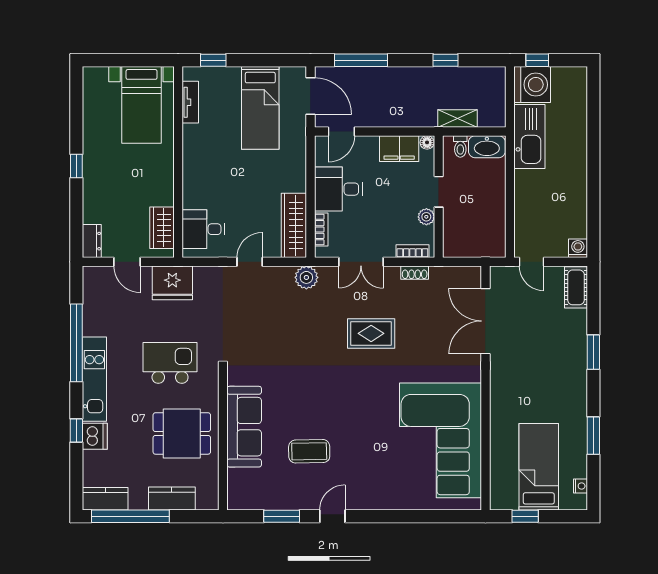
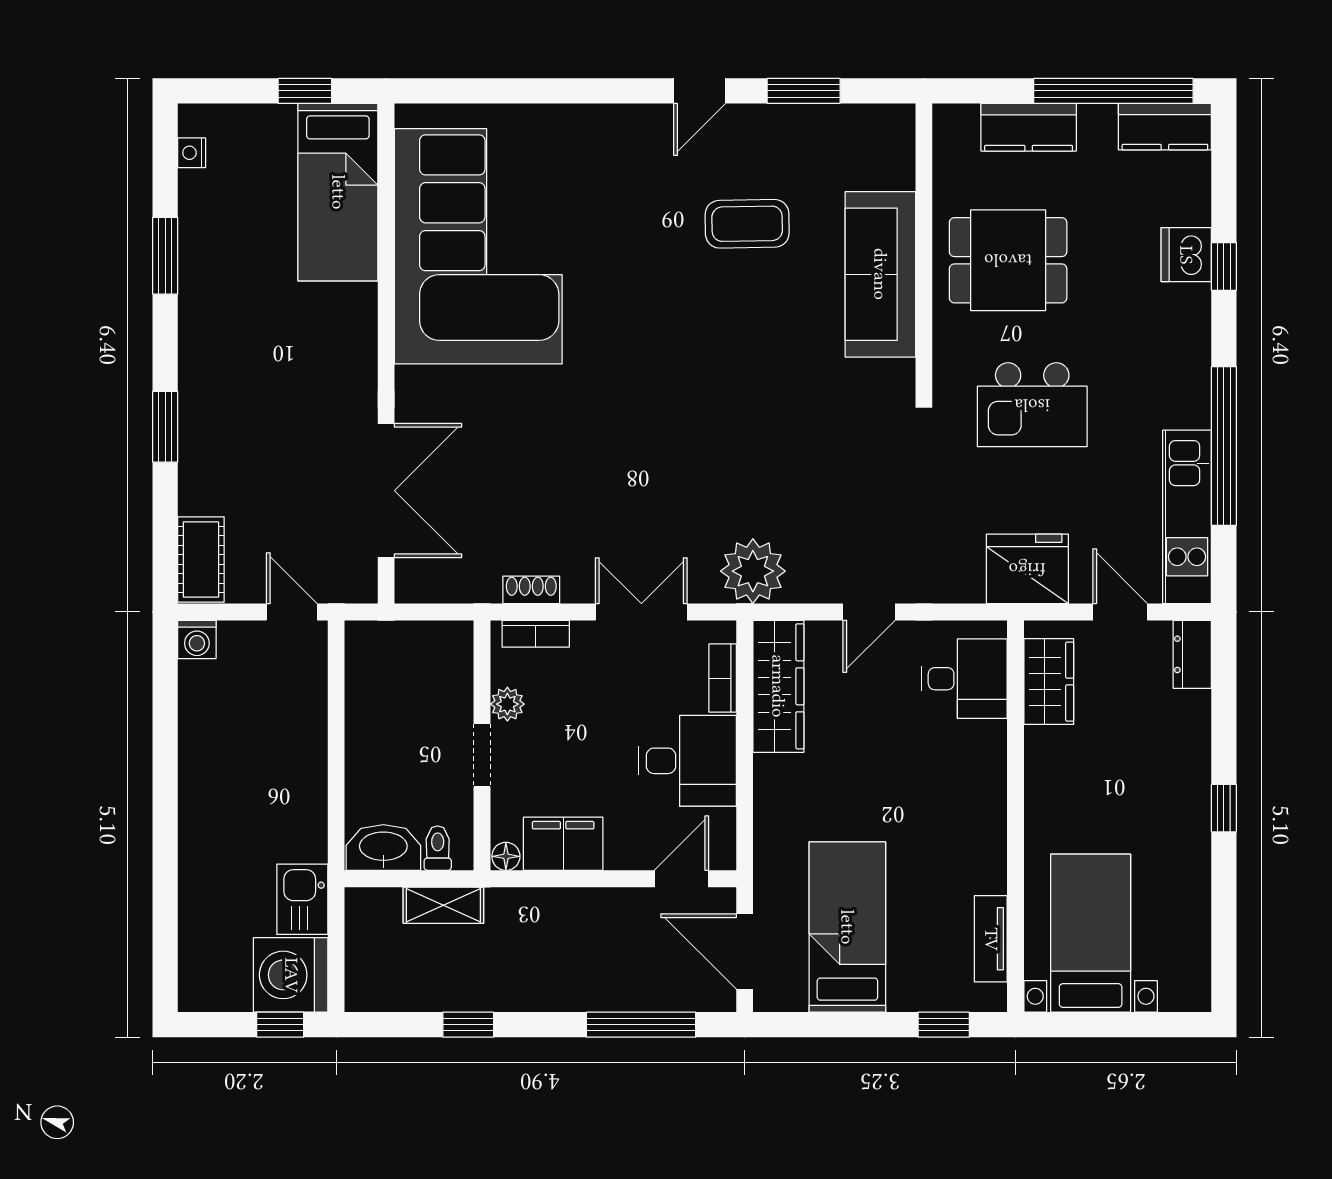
kitchen sink: (529, 137) -> (302, 899), width x0.53, depth x0.81
plant: (306, 277) -> (753, 571), width x1.36, depth x1.36
rug: (371, 333) -> (620, 465), removed
kitchen unit: (94, 379) -> (1187, 517), moved
bed: (539, 467) -> (338, 192), moved

